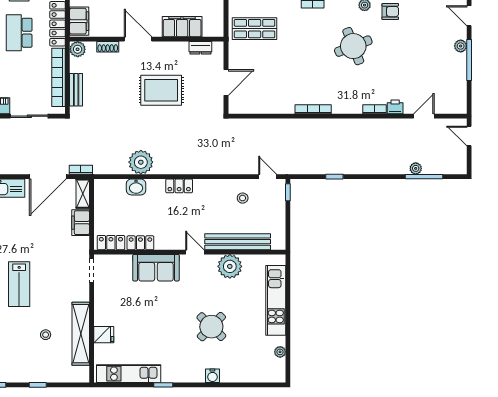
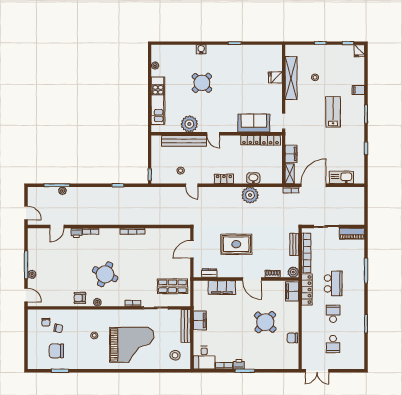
round table: (353, 46) -> (105, 274), turned 45
door: (268, 177) -> (192, 185), moved
sofa: (156, 268) -> (254, 123), moved
kitchen unit: (129, 374) -> (258, 51), removed

